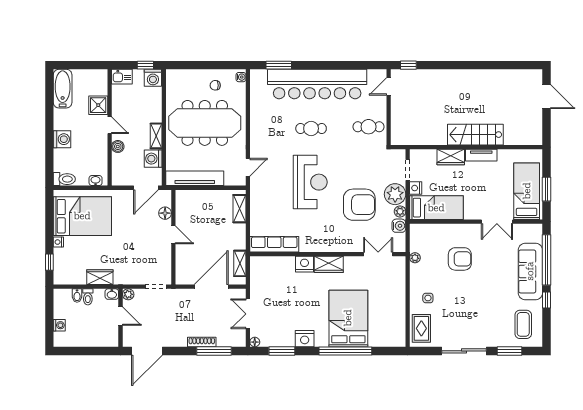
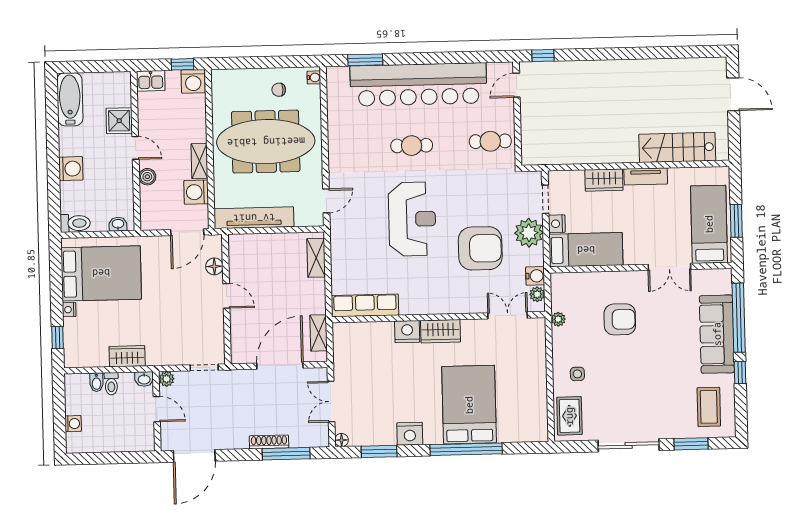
stairs: (475, 135) -> (677, 147), moved
plant: (400, 211) -> (537, 294), moved

